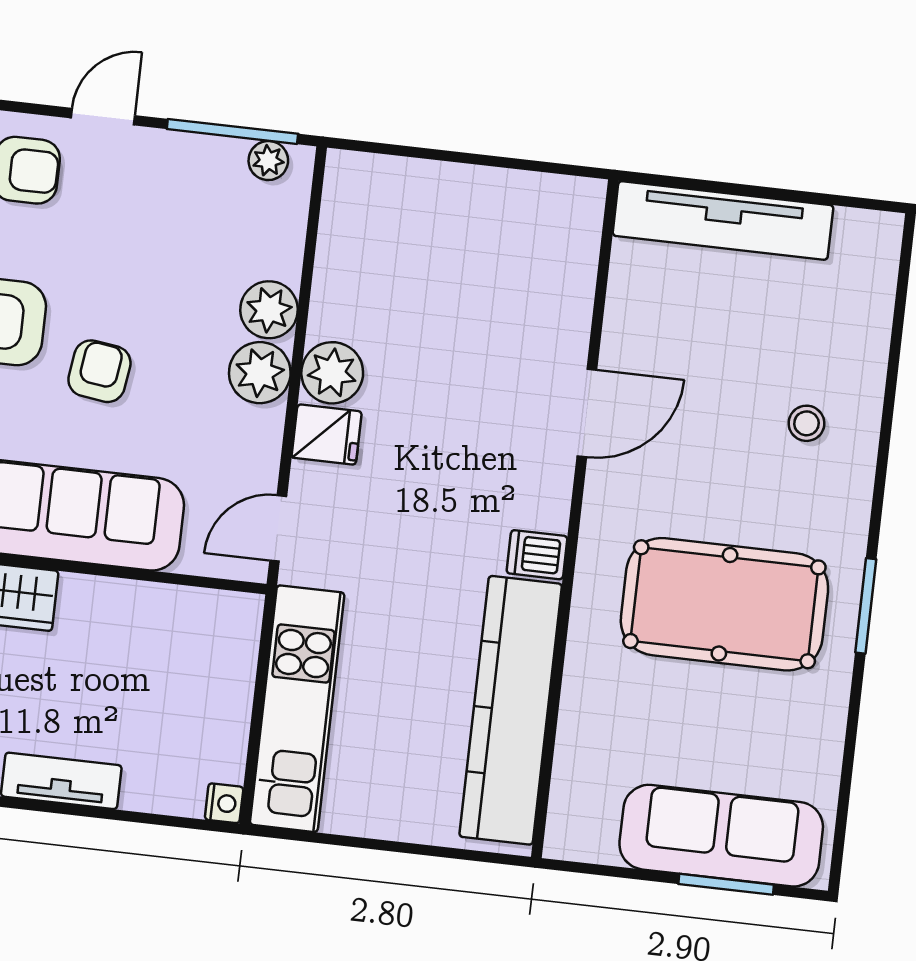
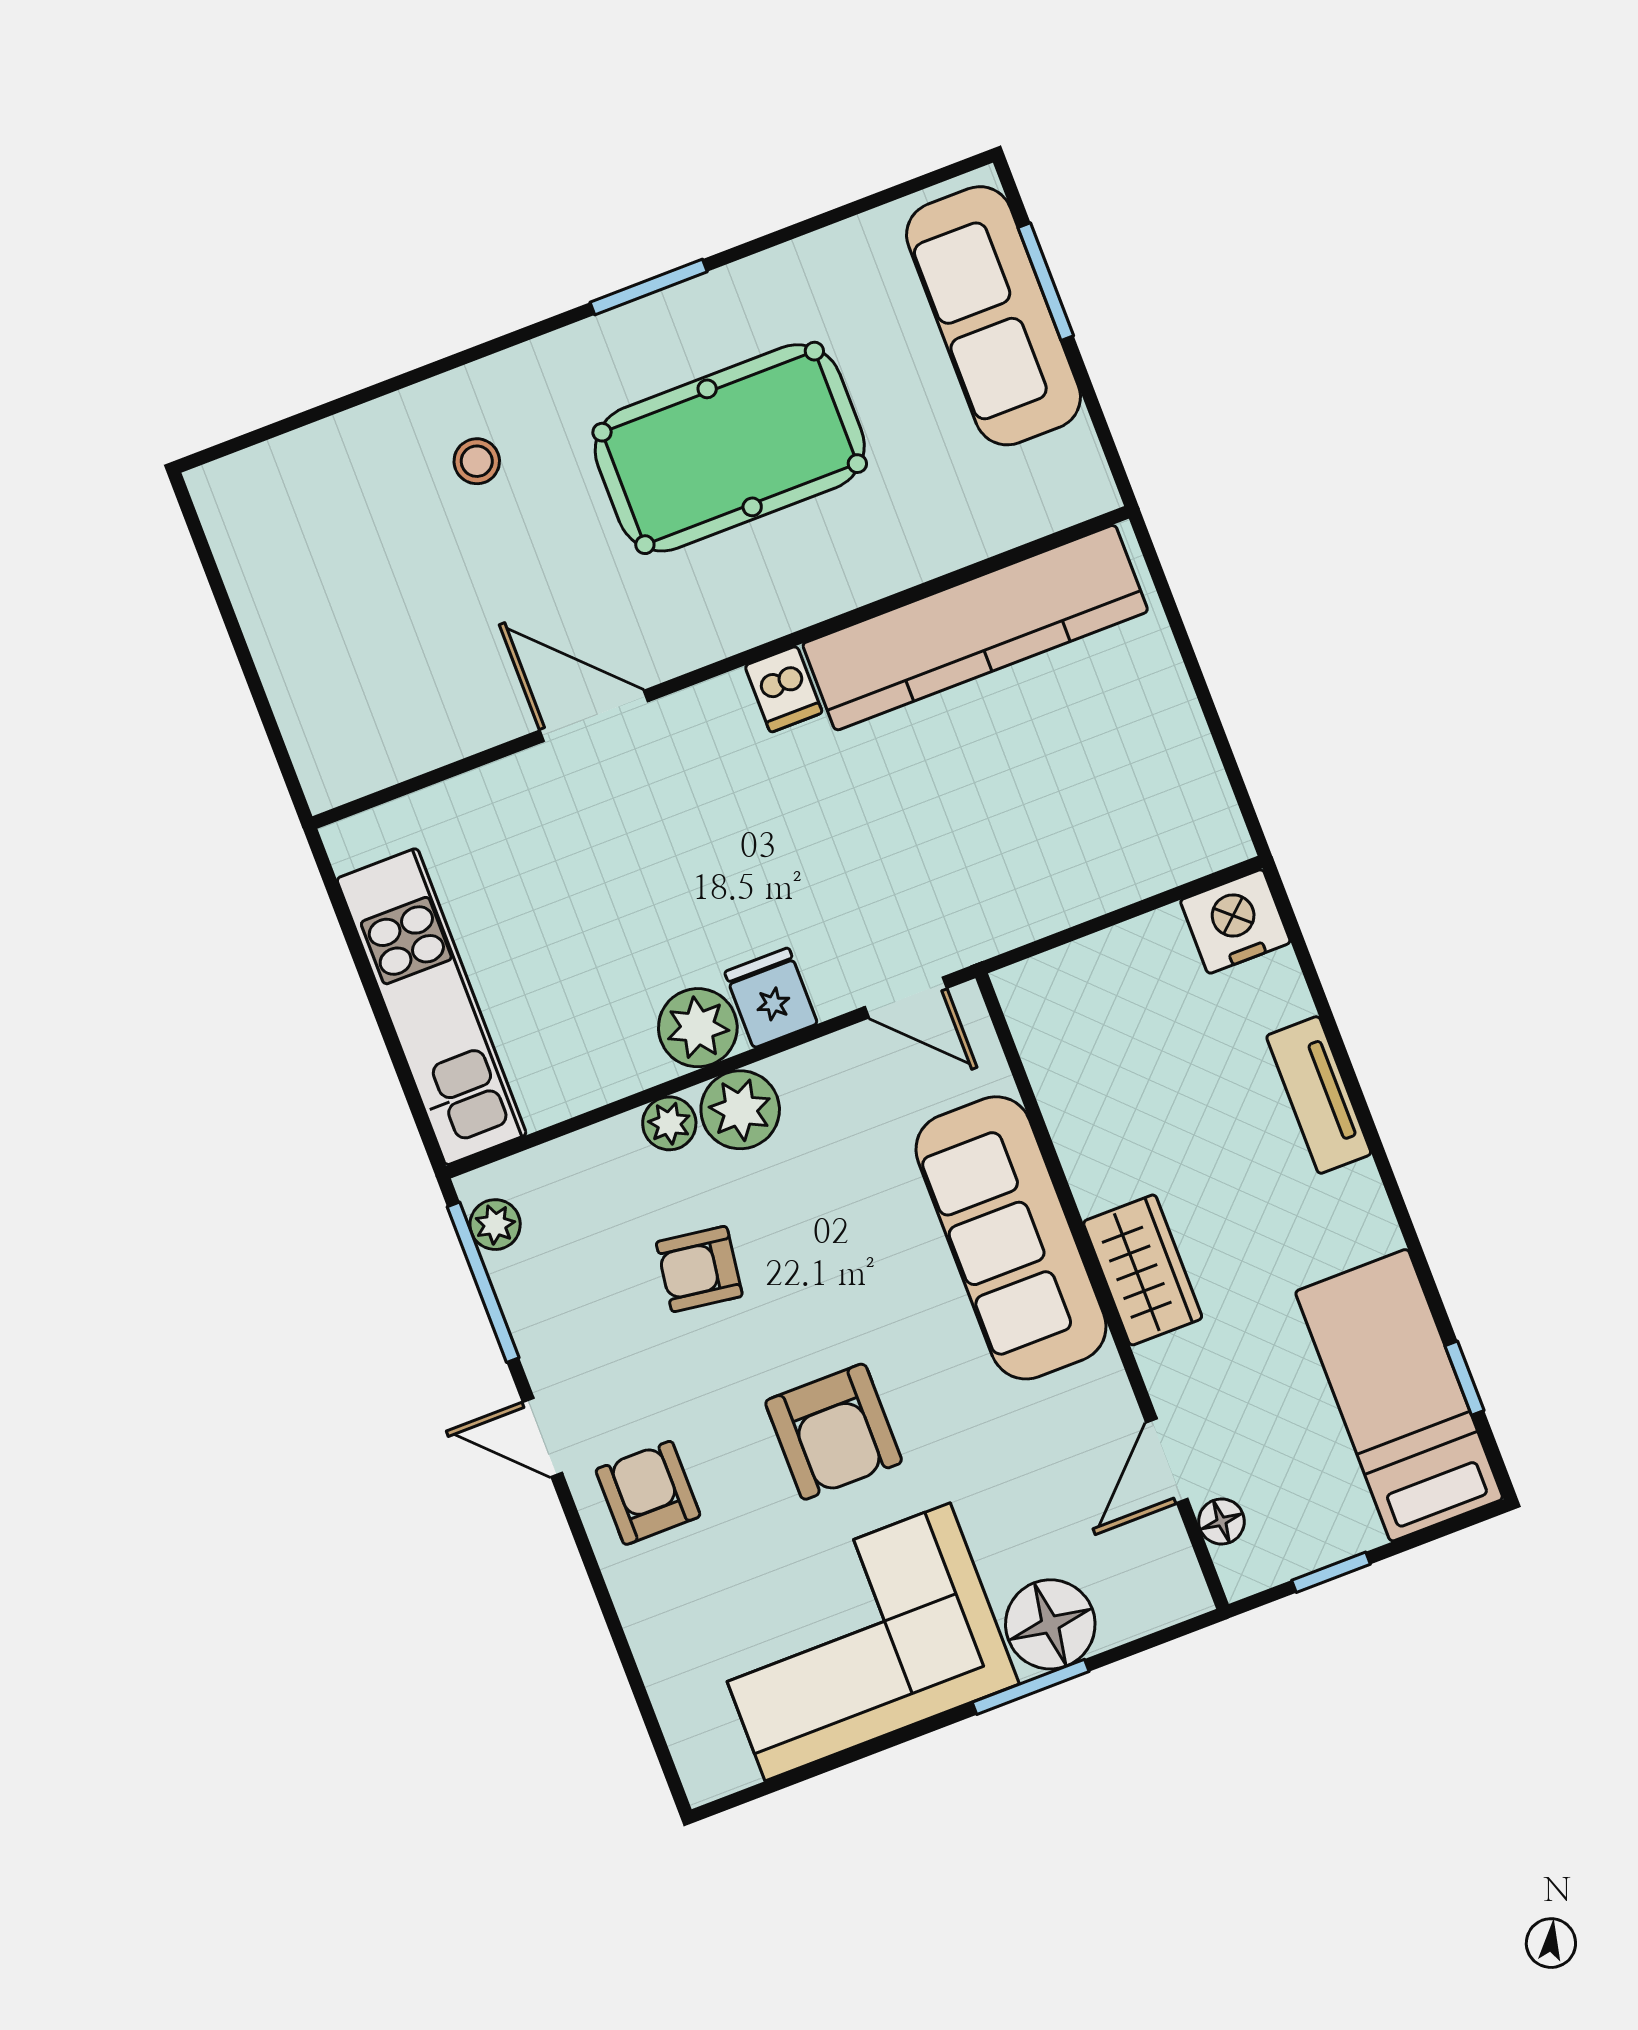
tv unit: (723, 220) -> (296, 675), removed
plant: (269, 310) -> (669, 1123), width x0.73, depth x0.73
armchair: (99, 371) -> (699, 1269), moved
pool table: (724, 604) -> (730, 448), turned 90
kitchen unit: (297, 709) -> (432, 1007), moved, turned 90
nightstand: (224, 803) -> (1235, 921), width x1.89, depth x1.79

